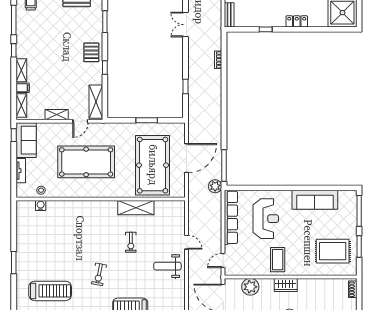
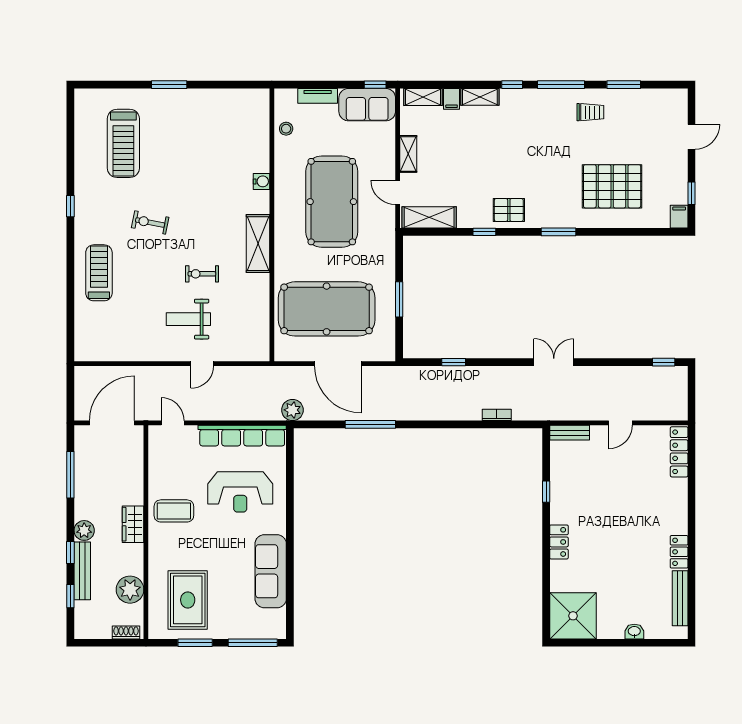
window: (224, 165) -> (370, 424), moved
water cooler: (41, 205) -> (261, 181), moved
shelving: (136, 208) -> (258, 244), moved
weight bench: (167, 266) -> (188, 319), moved, turned -90
plant: (250, 287) -> (130, 590), moved

